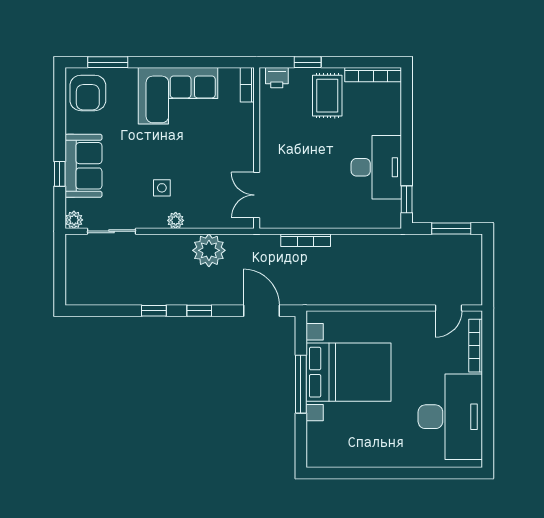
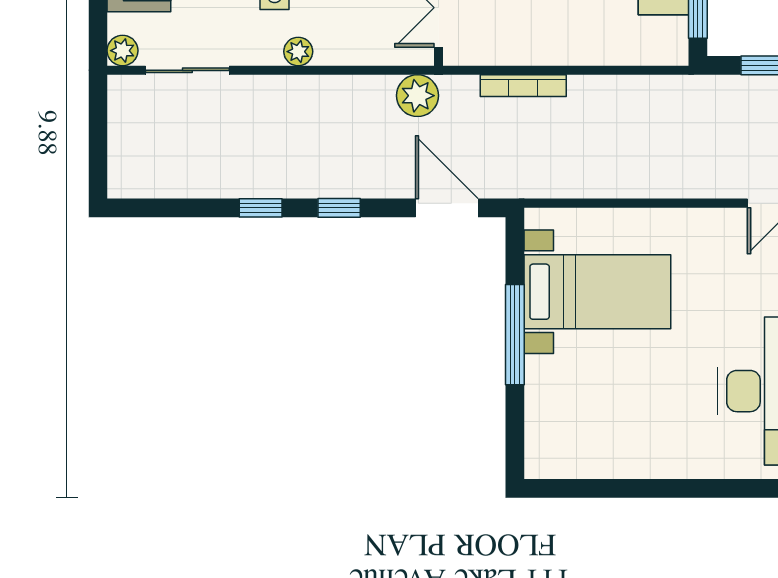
plant: (209, 250) -> (418, 96), moved, width x0.73, depth x0.73
bed with nightstands: (349, 372) -> (597, 292), width x0.73

